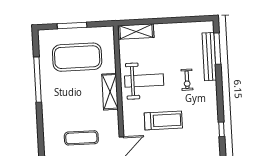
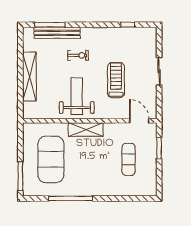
window: (72, 25) -> (20, 176), moved
shelving: (136, 32) -> (29, 77), moved, width x1.47

